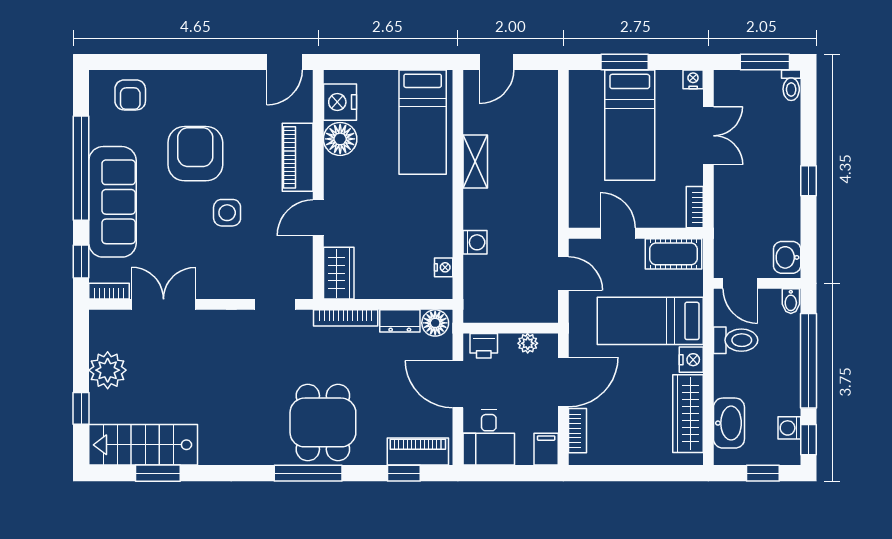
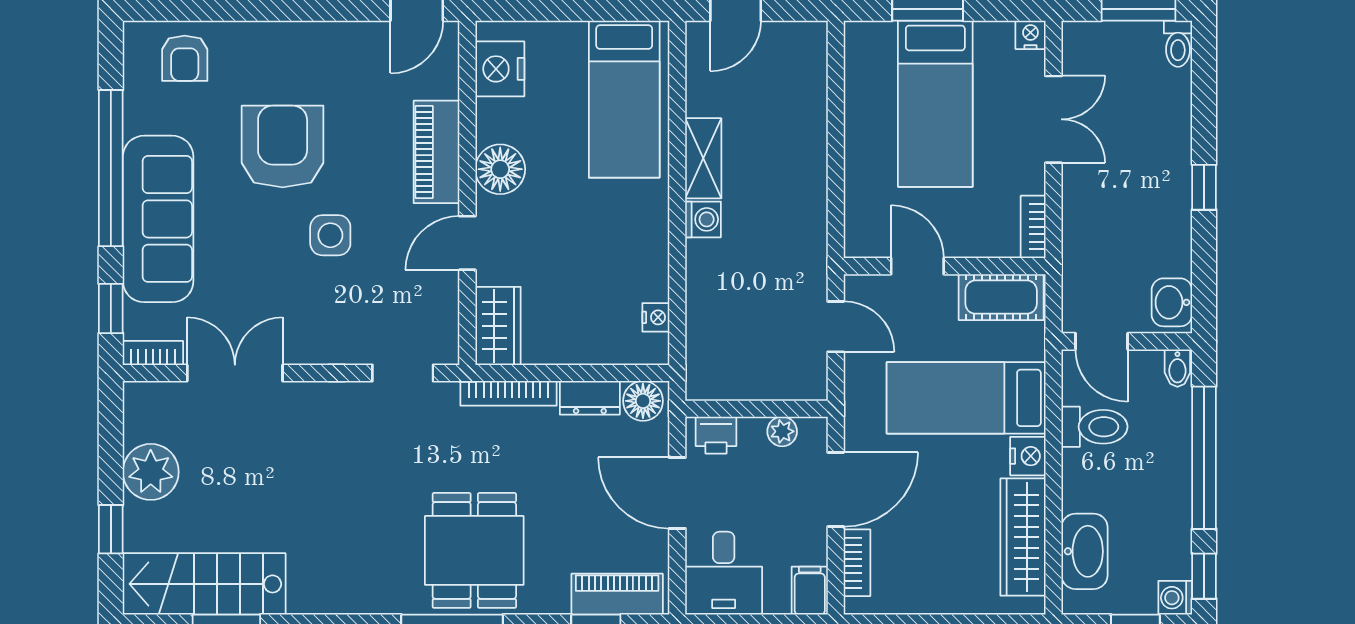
floor lamp: (340, 139) -> (500, 169), moved
washing machine: (475, 242) -> (703, 219), moved
washing machine: (789, 428) -> (1175, 598), moved

